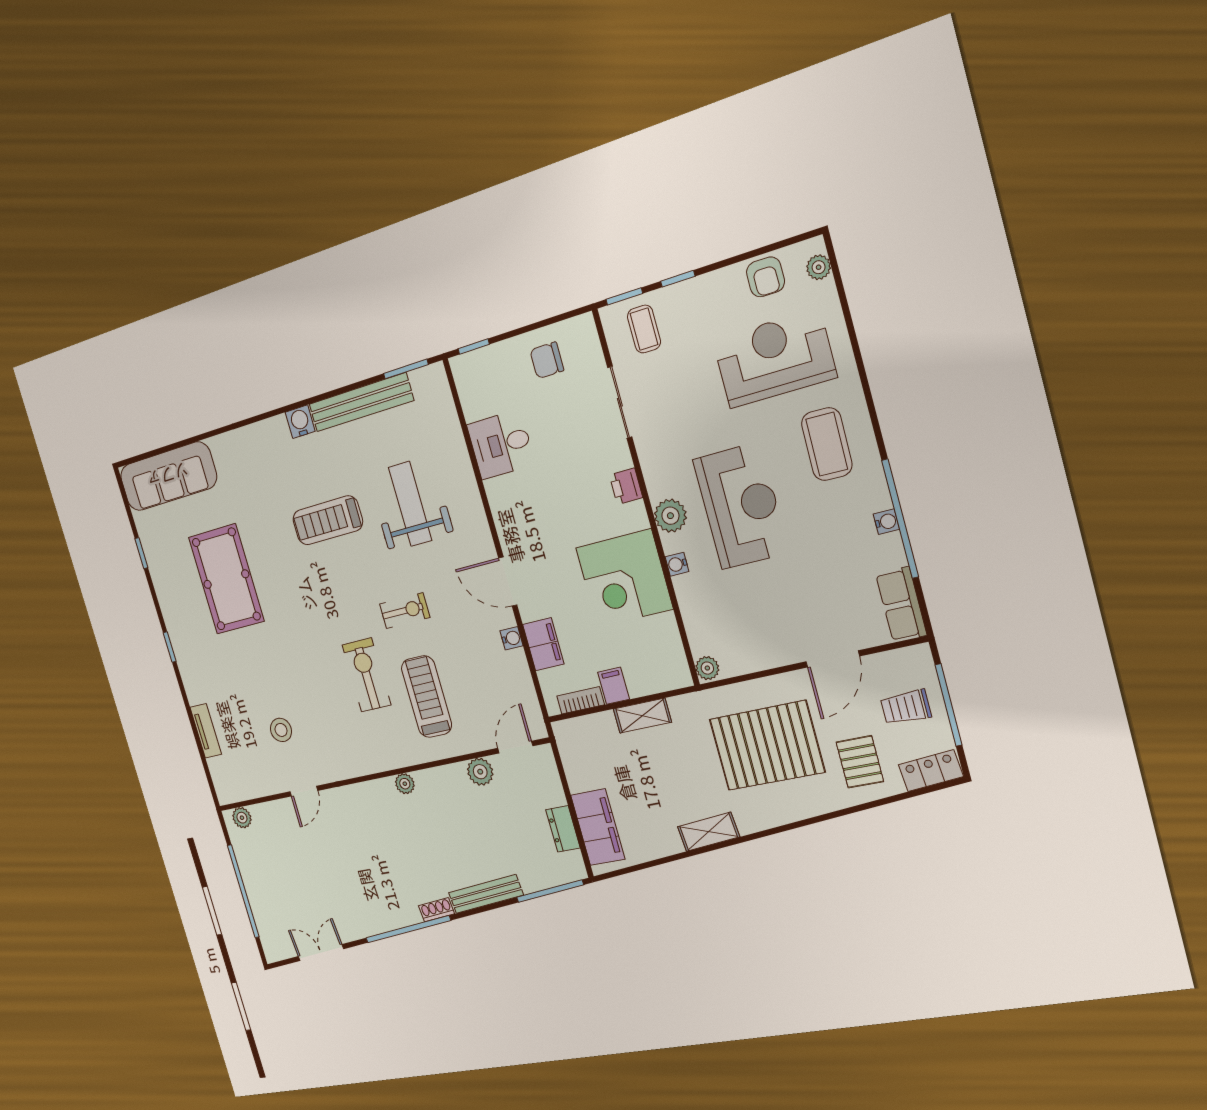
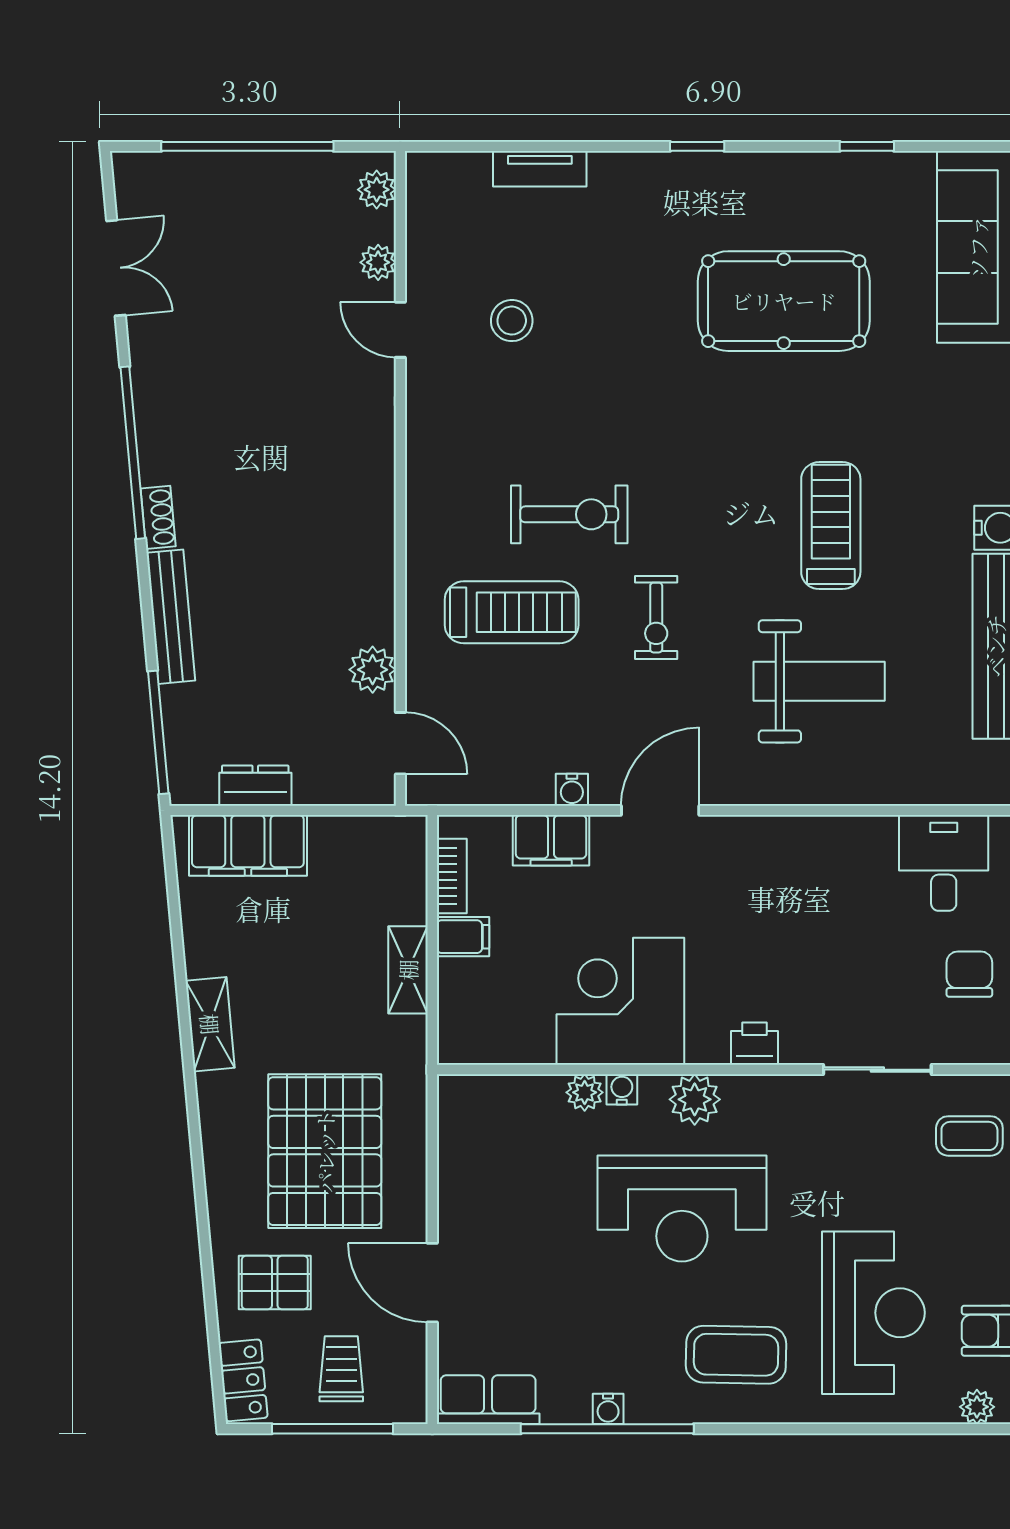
desk: (501, 444) -> (944, 863), moved
plant: (707, 668) -> (585, 1092), moved
plant: (405, 784) -> (378, 262), moved

